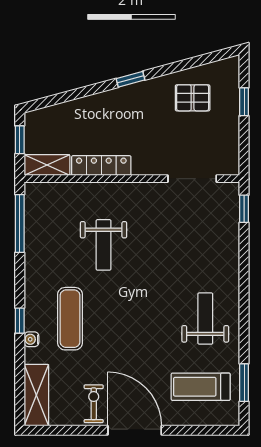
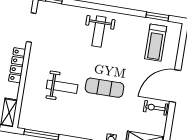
locker: (101, 166) -> (17, 65), moved
exercise mat: (70, 319) -> (105, 88), moved
weight bench: (205, 319) -> (99, 31), moved, turned -90

